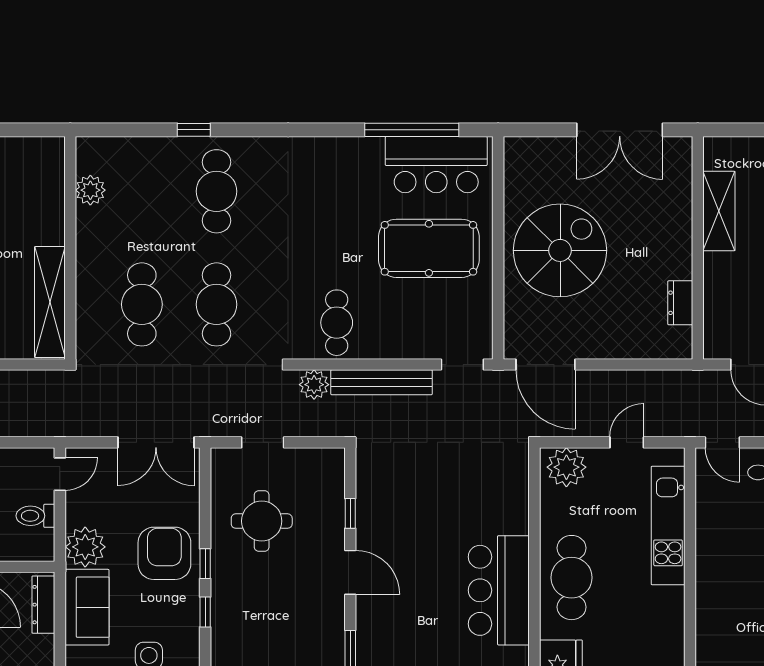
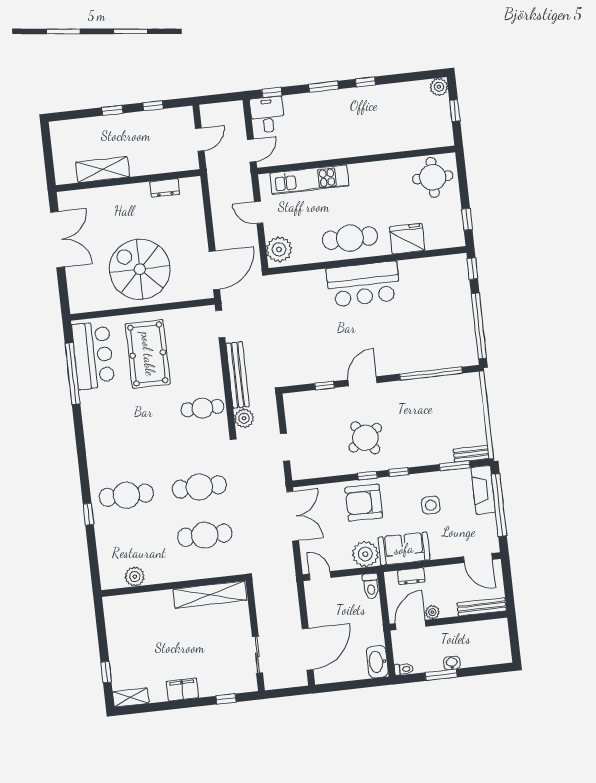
toilet: (35, 516) -> (371, 586), moved
round table: (262, 521) -> (365, 438), moved, turned -34
dresser: (43, 605) -> (411, 576), width x0.70

